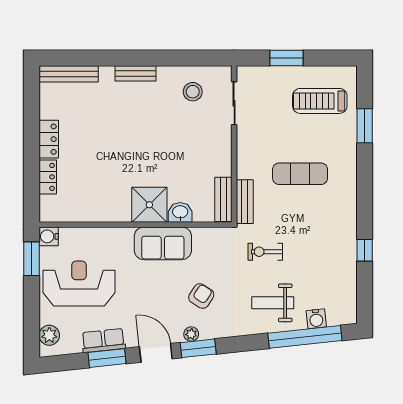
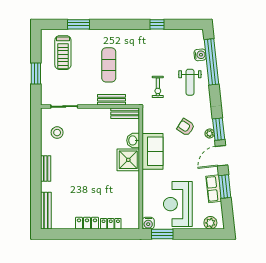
bench: (245, 202) -> (111, 100), moved

